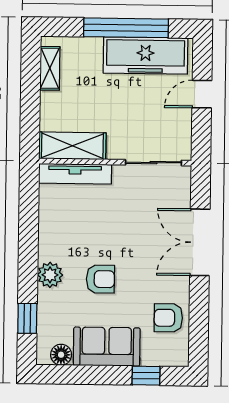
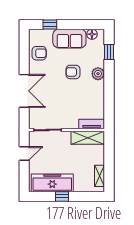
window: (126, 28) -> (62, 196), width x0.32
door: (202, 94) -> (24, 154), moved
tv unit: (75, 174) -> (92, 124), width x0.71

